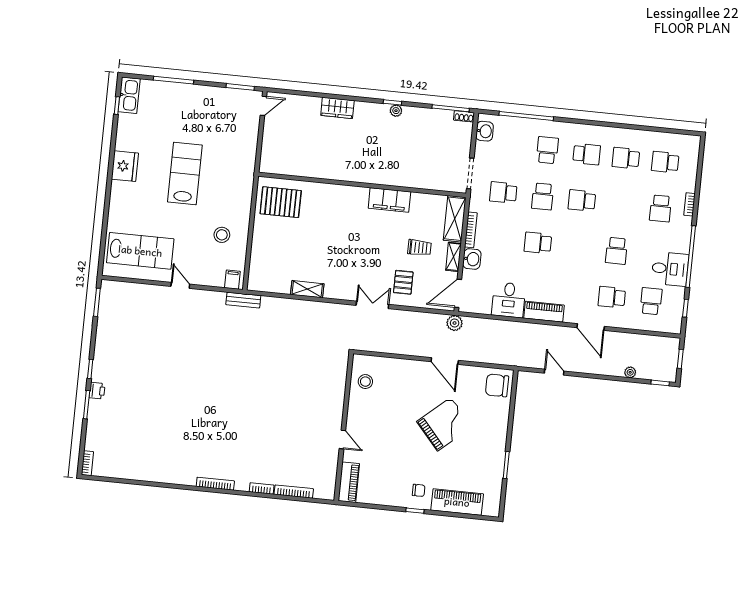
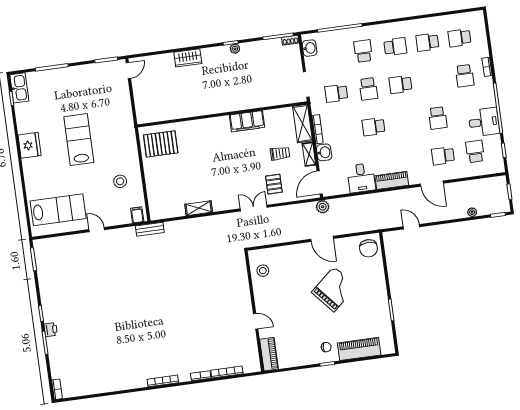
chair: (497, 385) -> (368, 248), turned -90

